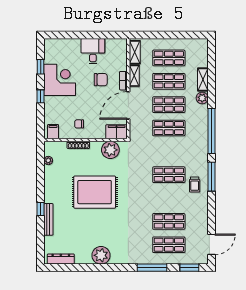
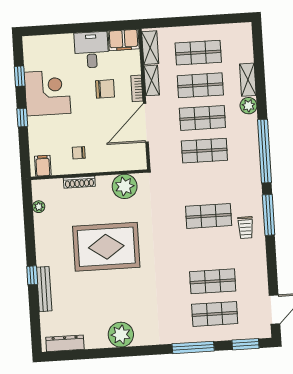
filing cabinet: (117, 132) -> (124, 40), moved, turned 180

